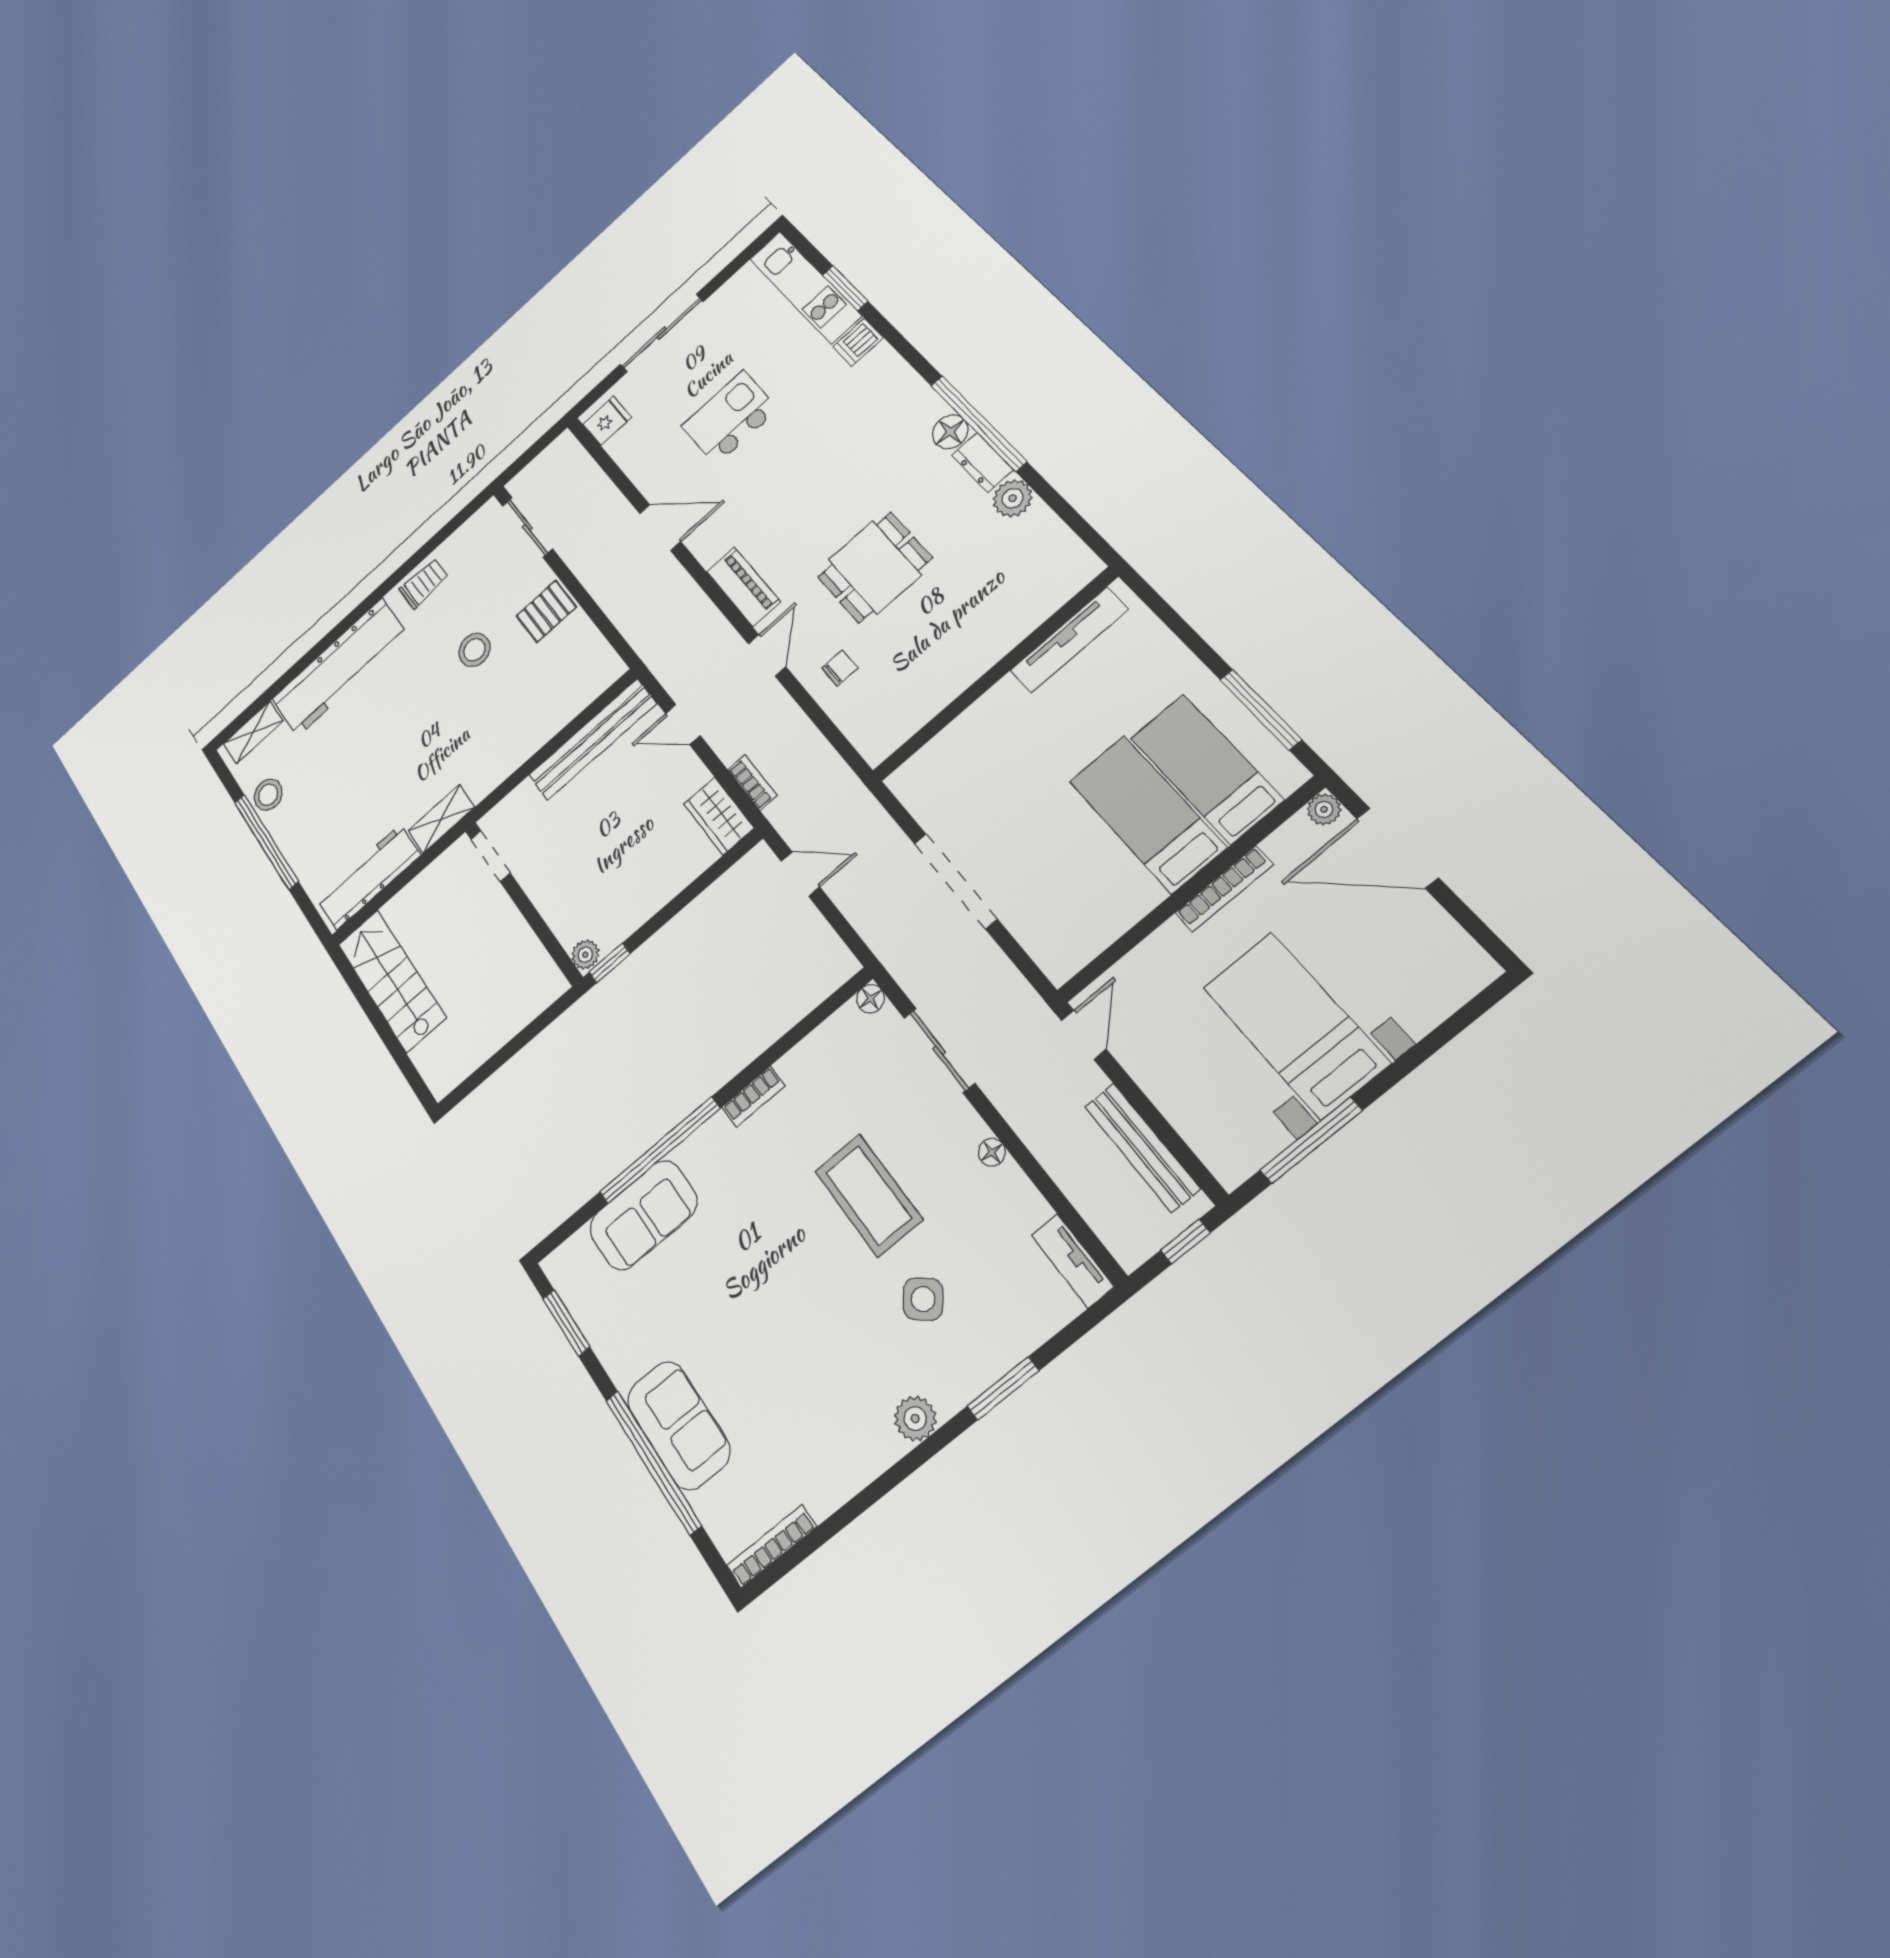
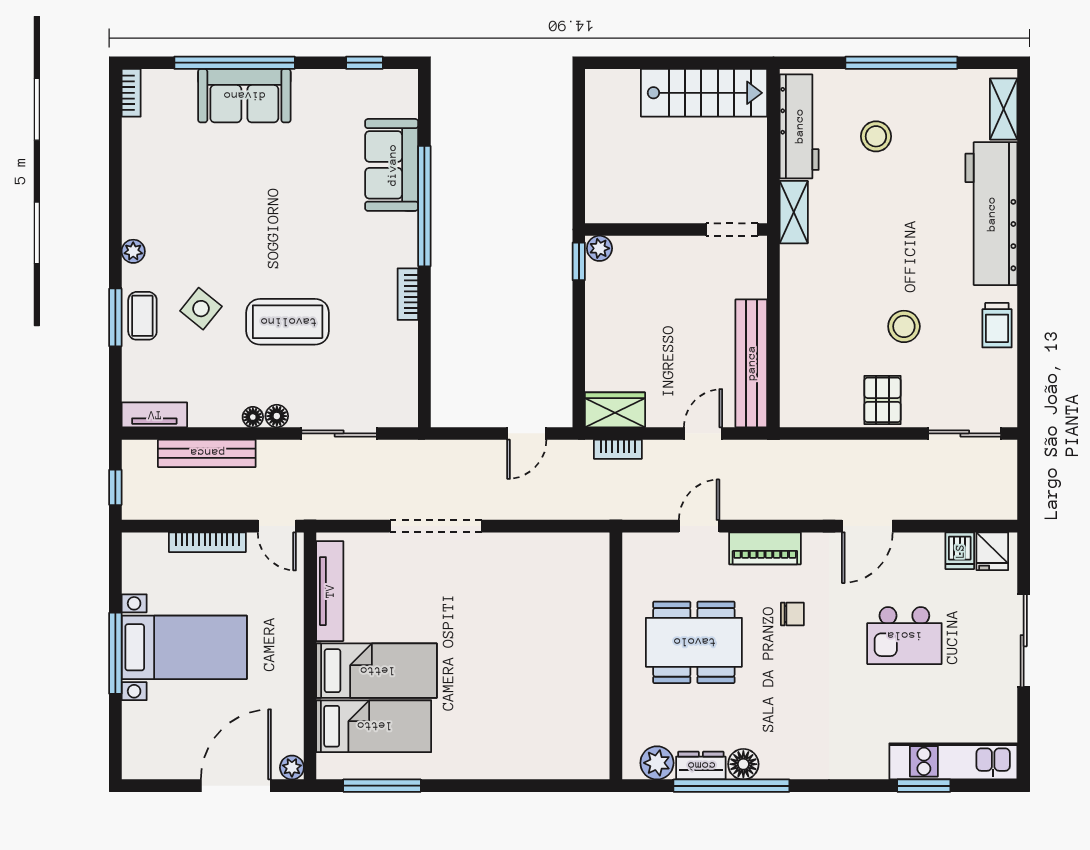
dishwasher: (858, 342) -> (960, 551), moved, turned 180
kitchen island: (730, 418) -> (904, 636), turned 90
dining table: (875, 567) -> (694, 642), width x1.38
tv unit: (1069, 640) -> (330, 591), moved, turned 180
door: (767, 655) -> (699, 526), swing flipped
chair: (840, 668) -> (792, 614), moved, turned -90
wall: (994, 675) -> (616, 656), moved
stool: (268, 795) -> (876, 136), moved
bookcase: (1224, 889) -> (207, 542), moved, turned -90
floor lamp: (871, 999) -> (277, 416), moved
window: (1311, 1140) -> (115, 653), moved
bench: (1142, 1147) -> (207, 453), moved
window: (566, 1323) -> (364, 63), width x0.67
coffee table: (978, 1359) -> (142, 316), added
plant: (915, 1419) -> (133, 251), width x0.73, depth x0.73
bookcase: (772, 1546) -> (131, 93), width x0.64

